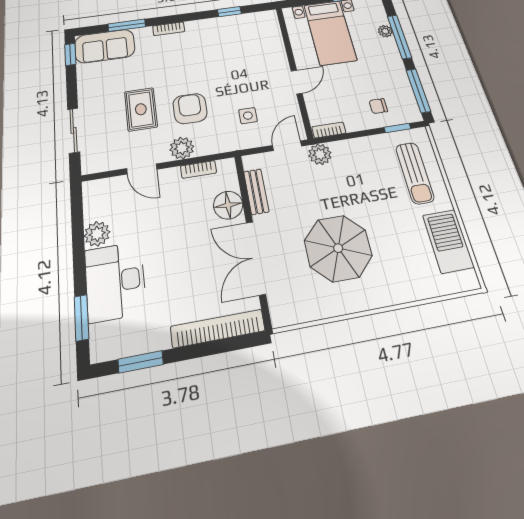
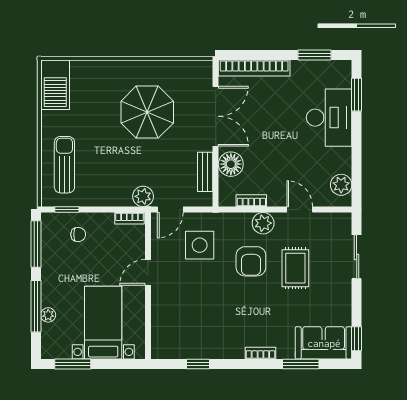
side table: (248, 116) -> (200, 245), width x1.87, depth x1.87
plant: (97, 234) -> (341, 185), moved
barbecue: (448, 241) -> (55, 85), moved

